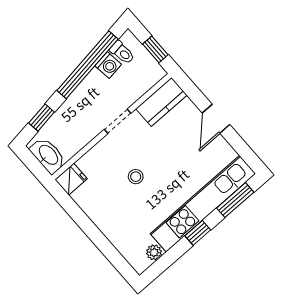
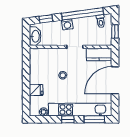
washing machine: (108, 65) -> (67, 24), moved
door: (216, 119) -> (115, 80), width x1.87
fridge: (71, 179) -> (36, 90), moved

